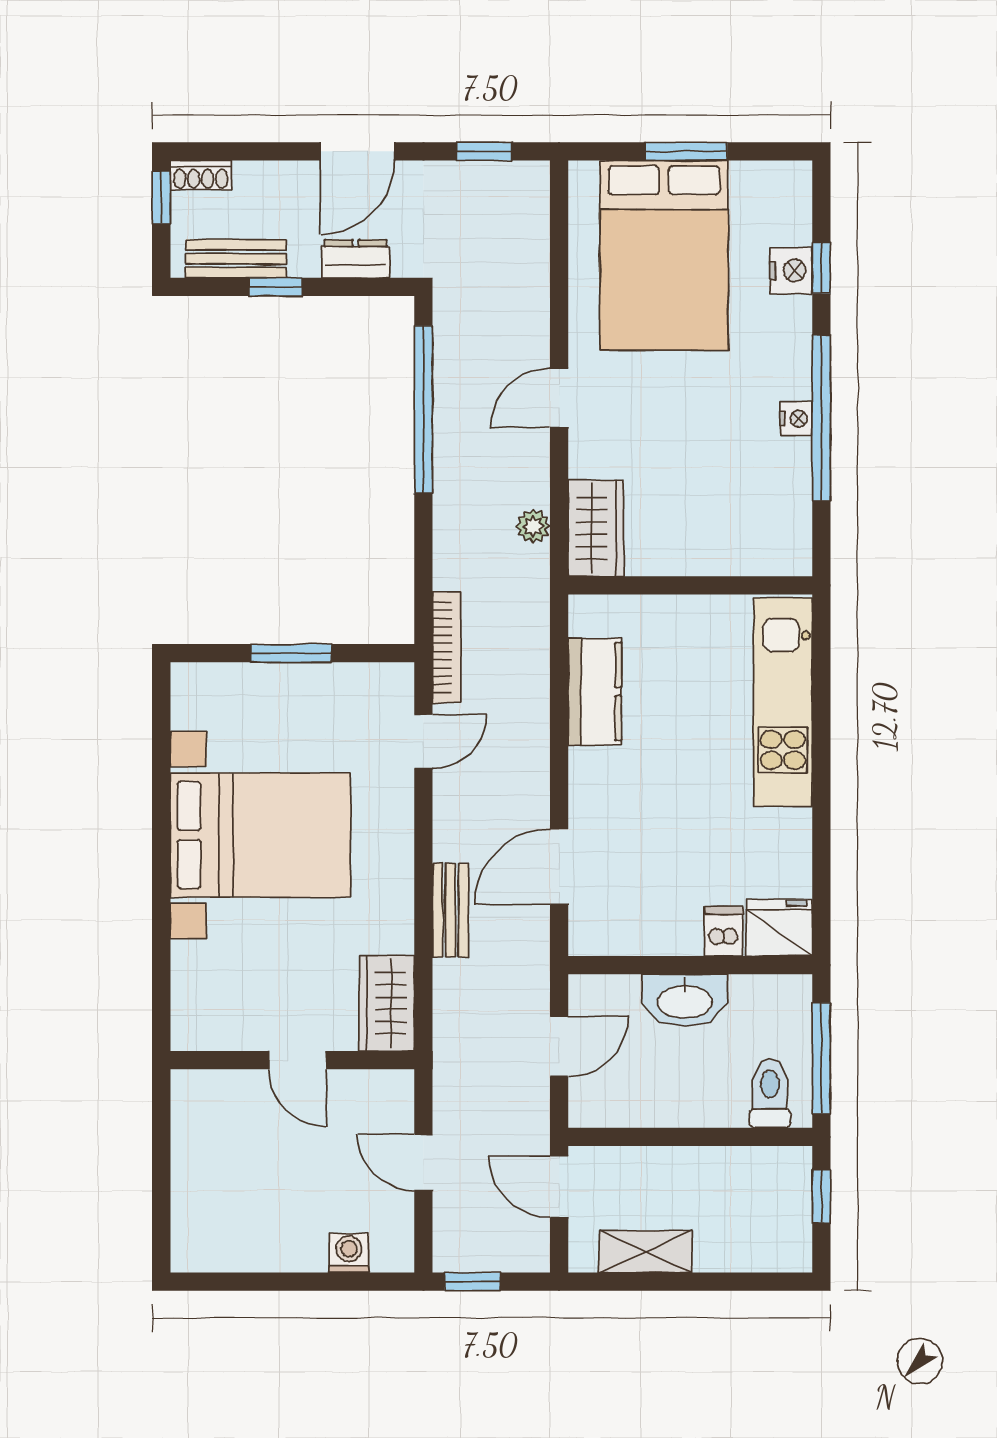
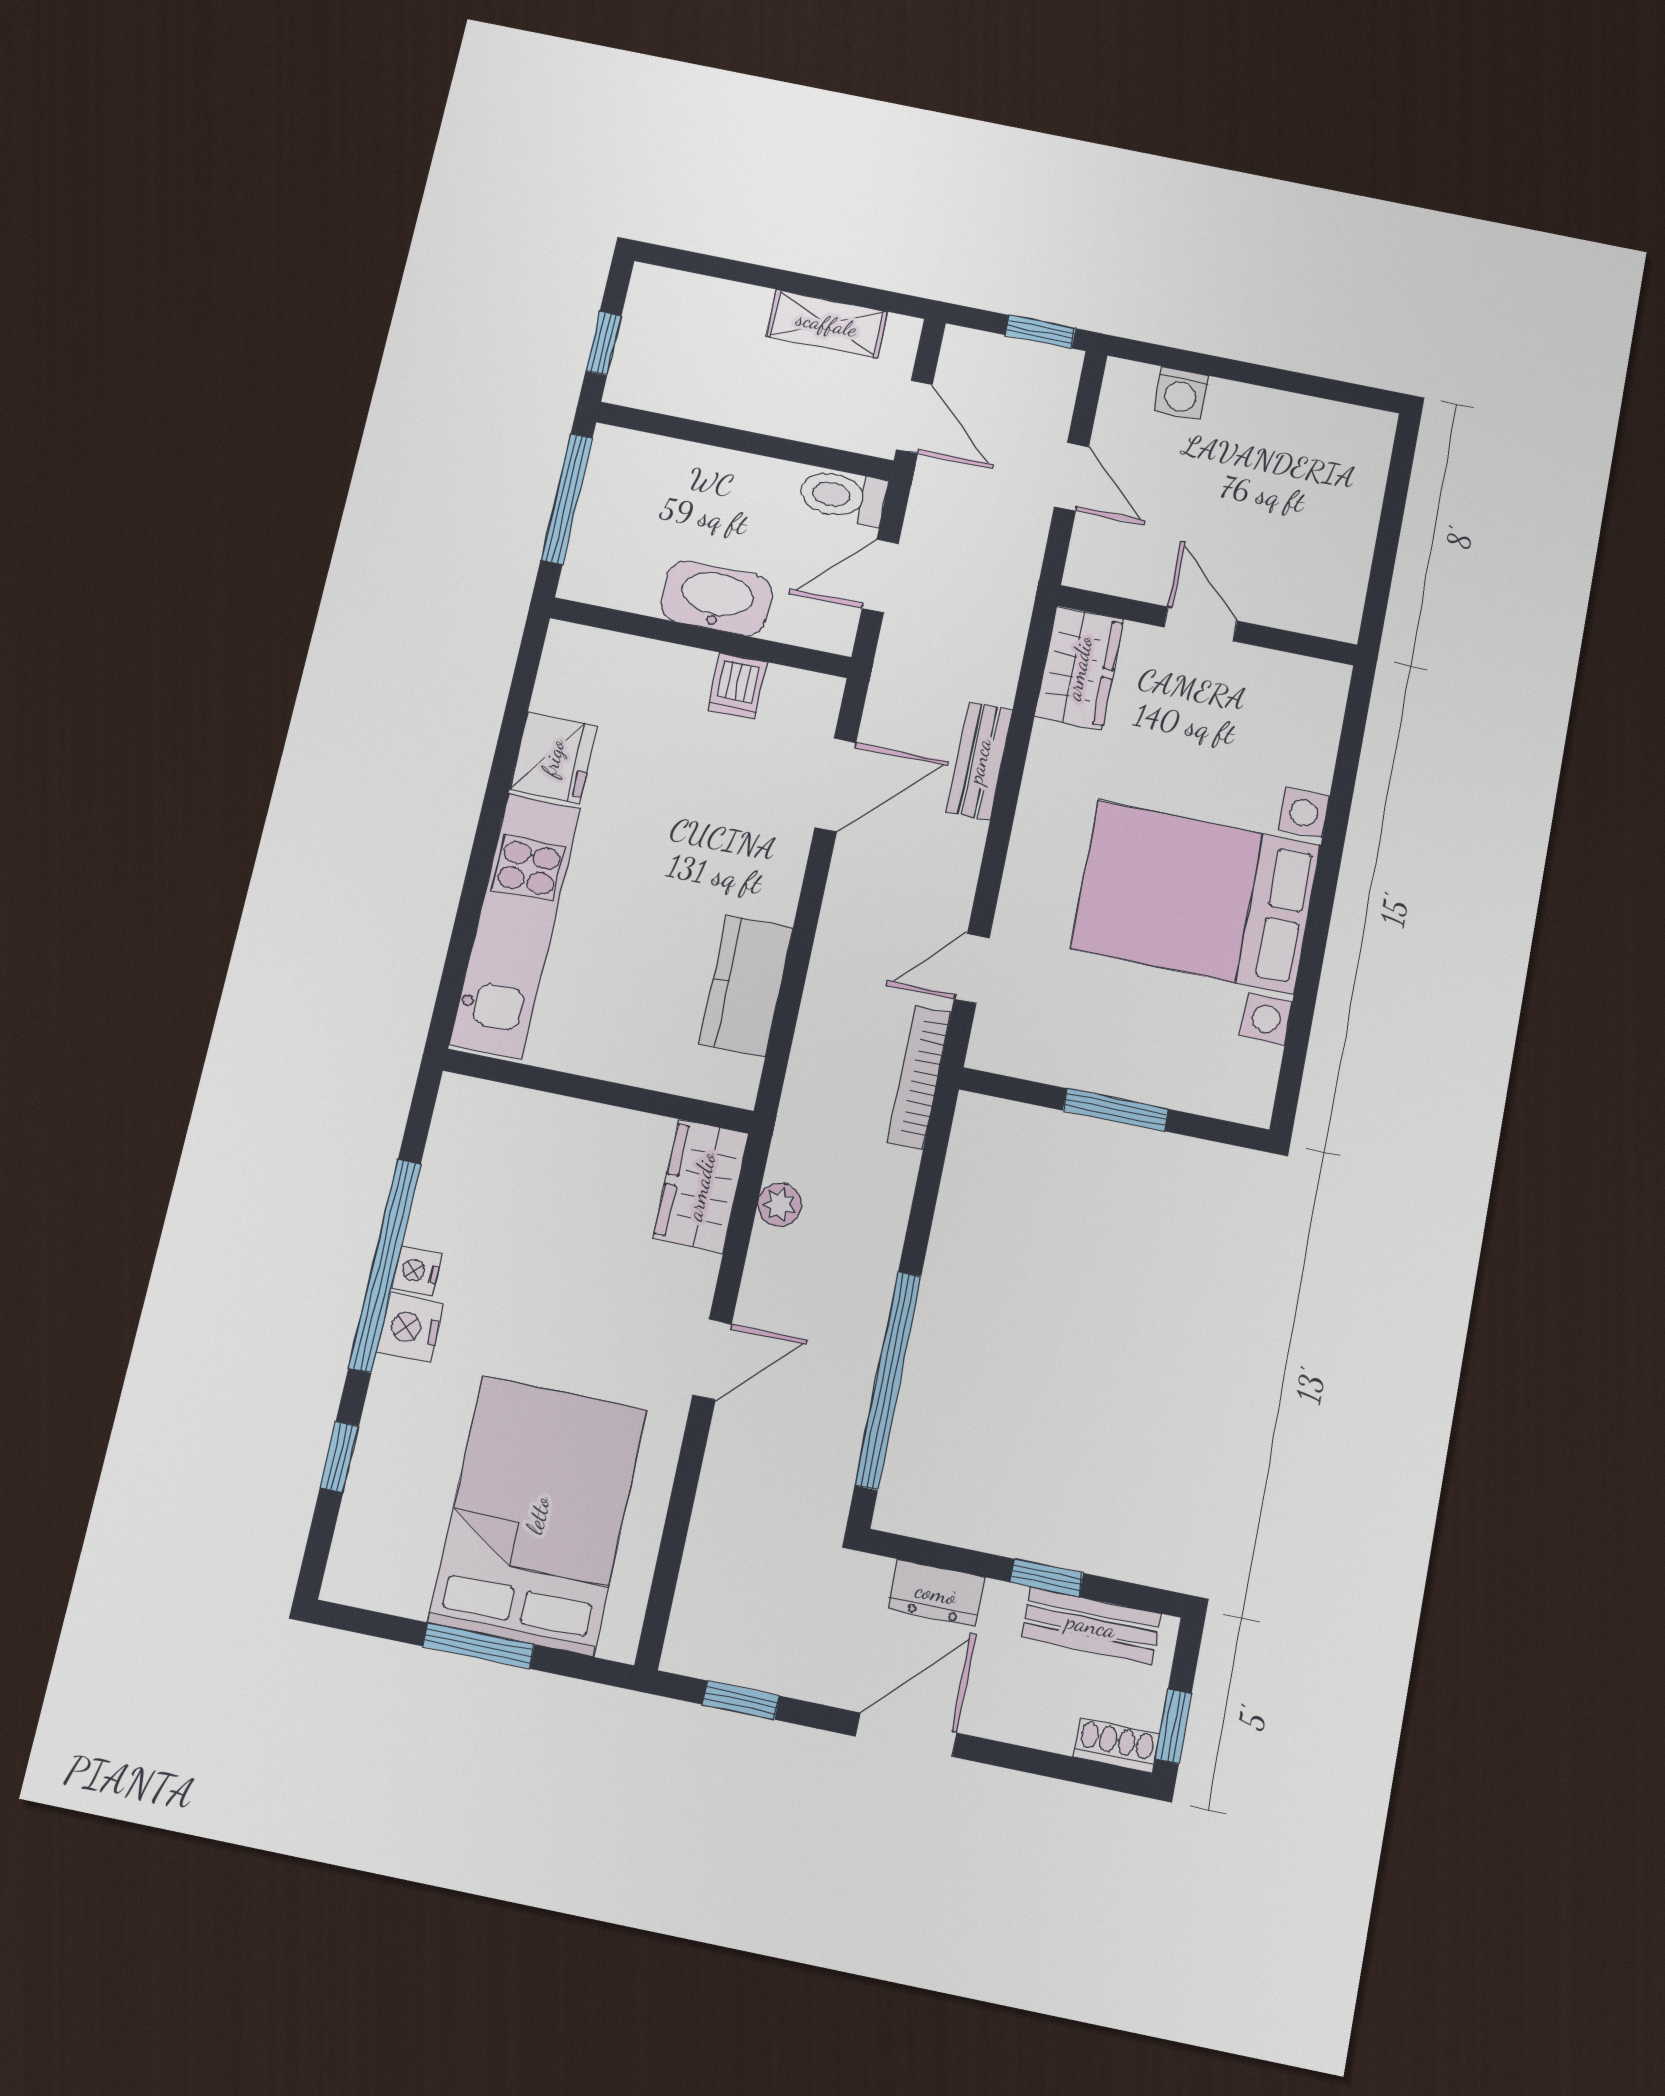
nightstand: (791, 271) -> (410, 1328), moved
fridge: (779, 928) -> (553, 758), moved, turned -90
dishwasher: (724, 931) -> (737, 686), moved
toilet: (770, 1094) -> (843, 496), moved, turned 90

